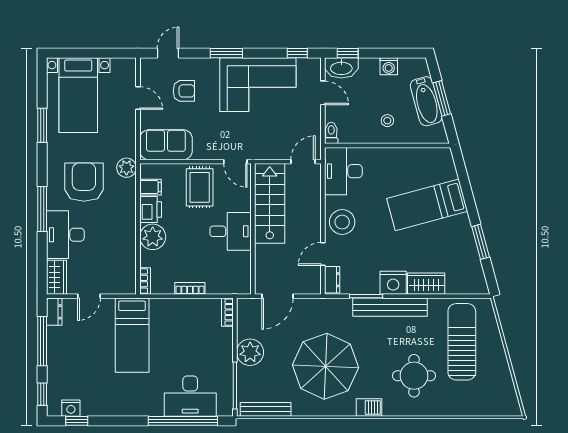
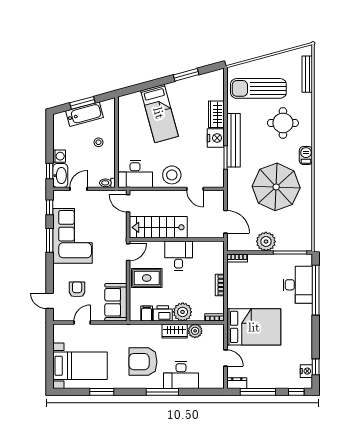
window: (226, 53) -> (50, 240), moved
washing machine: (389, 66) -> (59, 156), moved
plant: (127, 168) -> (195, 331), moved
wardrobe: (56, 277) -> (175, 331), moved, turned 180
dresser: (332, 280) -> (214, 182), removed
bed: (132, 335) -> (254, 327), width x1.50
bench: (266, 409) -> (307, 74), moved

